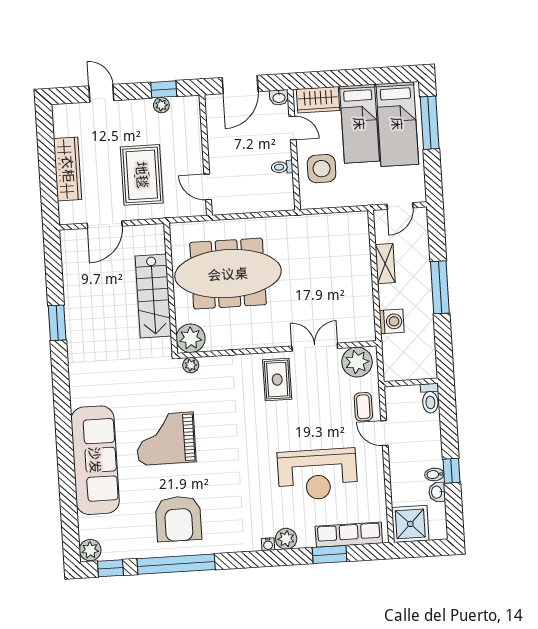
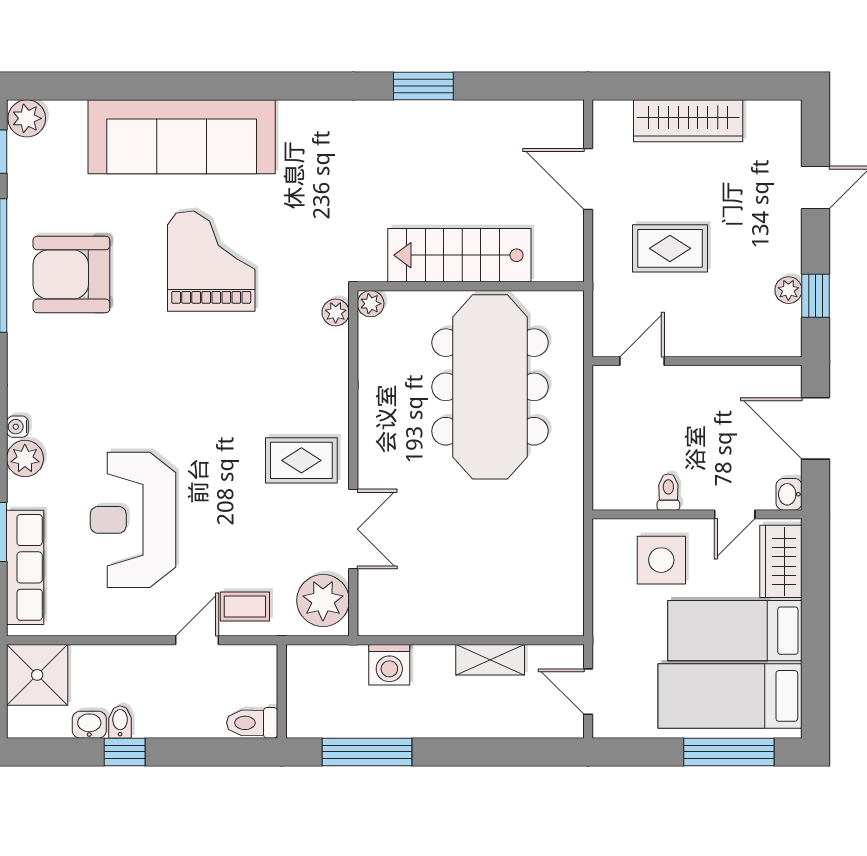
rug: (142, 175) -> (670, 248), width x0.73, depth x0.70
window: (440, 287) -> (367, 752), moved
plant: (191, 338) -> (371, 304), width x0.53, depth x0.53

